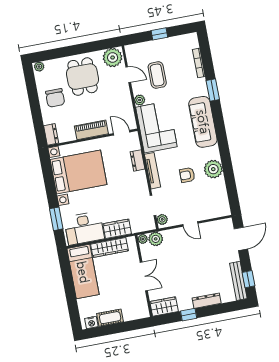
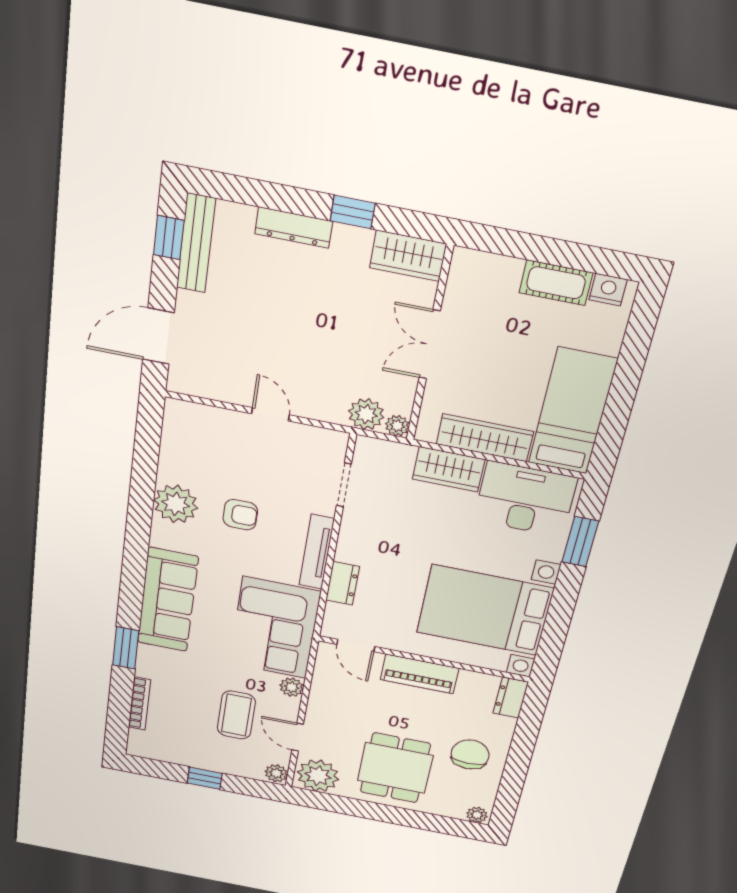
plant: (162, 219) -> (276, 773), moved

